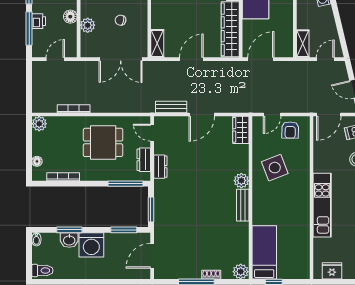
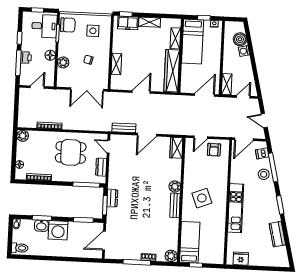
shelving: (157, 43) -> (116, 64), moved
door: (261, 59) -> (204, 95), moved
dresser: (160, 167) -> (112, 198), moved
side table: (275, 168) -> (202, 198), moved

